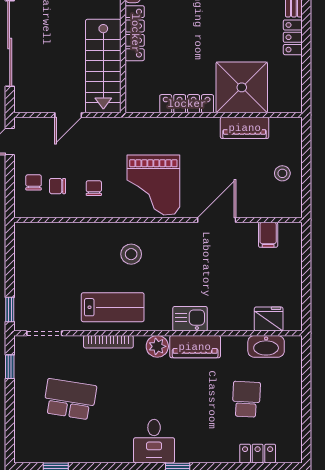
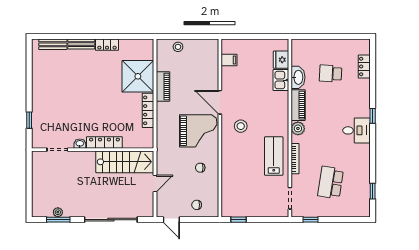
door: (68, 115) -> (155, 184), hinge flipped
piano: (245, 128) -> (163, 86), moved
stool: (282, 173) -> (178, 47), moved
chair: (57, 186) -> (199, 190), removed
door: (217, 220) -> (220, 102), moved
stool: (131, 254) -> (241, 126), moved
window: (10, 309) -> (239, 220), moved
kitchen sink: (190, 319) -> (281, 80), moved
washbasin: (266, 346) -> (298, 77), moved

